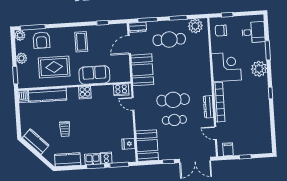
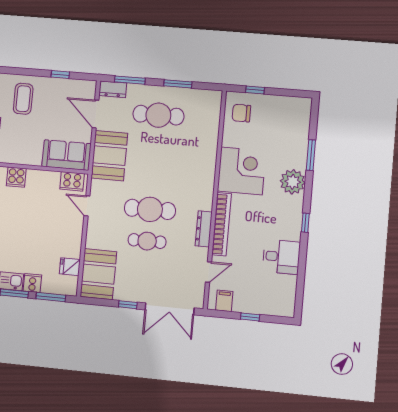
plant: (195, 26) -> (202, 100), removed
desk: (253, 32) -> (281, 257), moved
door: (129, 45) -> (95, 114), hinge flipped
sofa: (94, 75) -> (66, 155), moved
door: (216, 133) -> (209, 272), swing flipped

